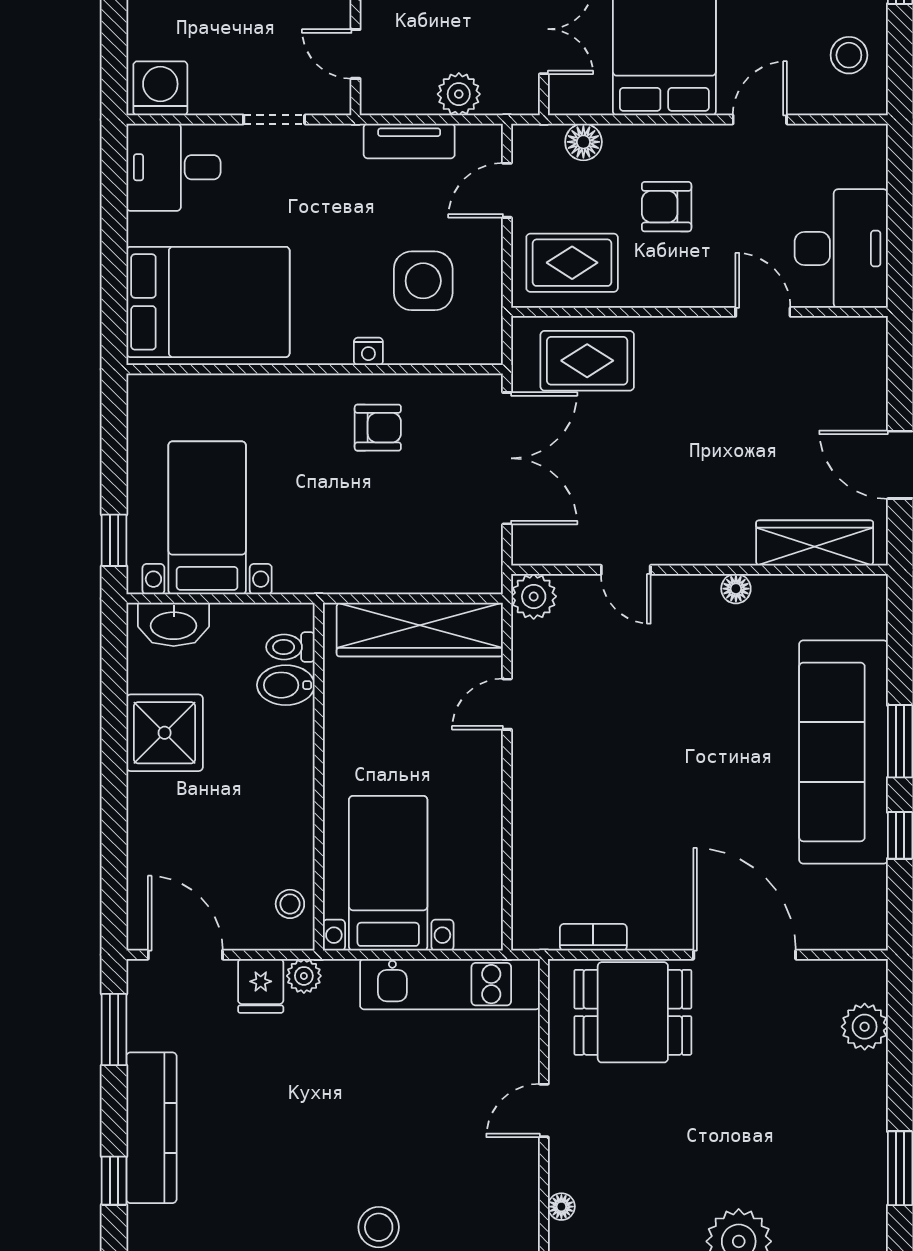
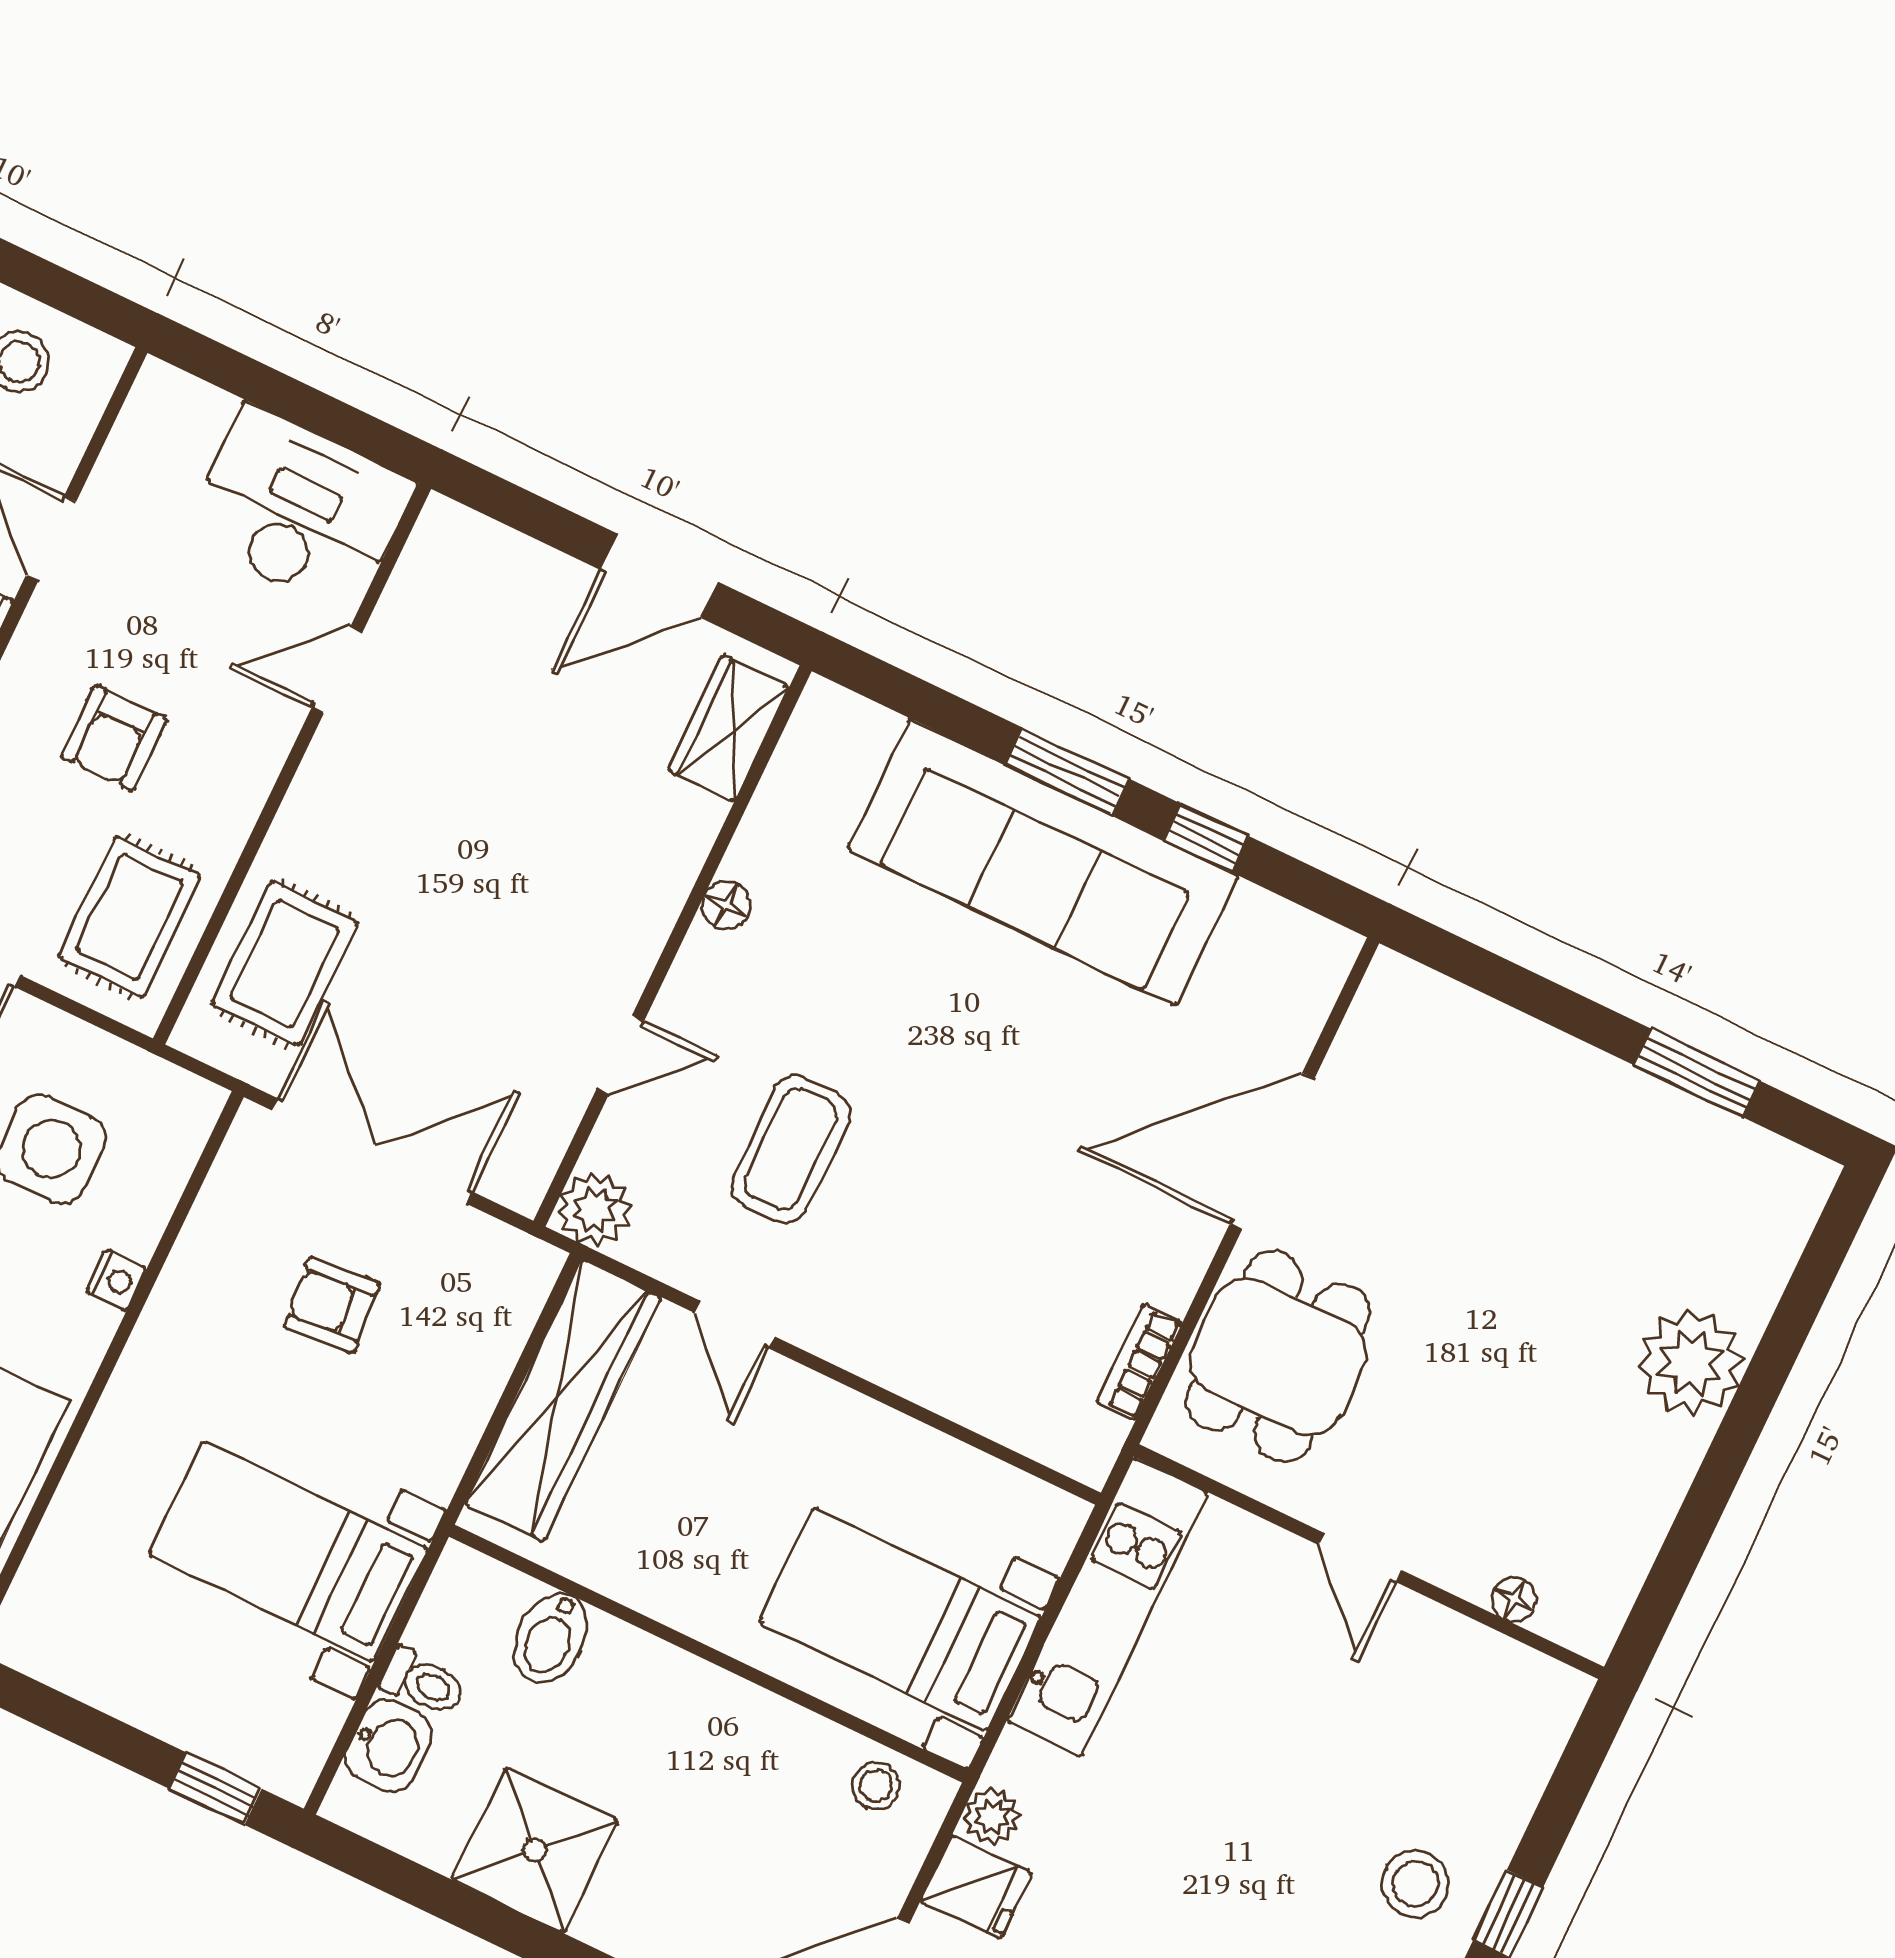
armchair: (378, 428) -> (332, 1305), moved, turned -95
bed with nightstands: (207, 518) -> (288, 1552), moved
wardrobe: (815, 543) -> (728, 728), width x0.67
washbasin: (174, 624) -> (388, 1746), width x0.72
toilet: (290, 647) -> (423, 1683), moved, turned -90
coffee table: (619, 689) -> (791, 1149), added
plant: (865, 1027) -> (1463, 1025), removed

